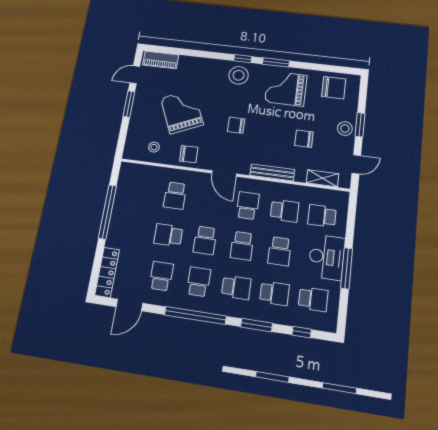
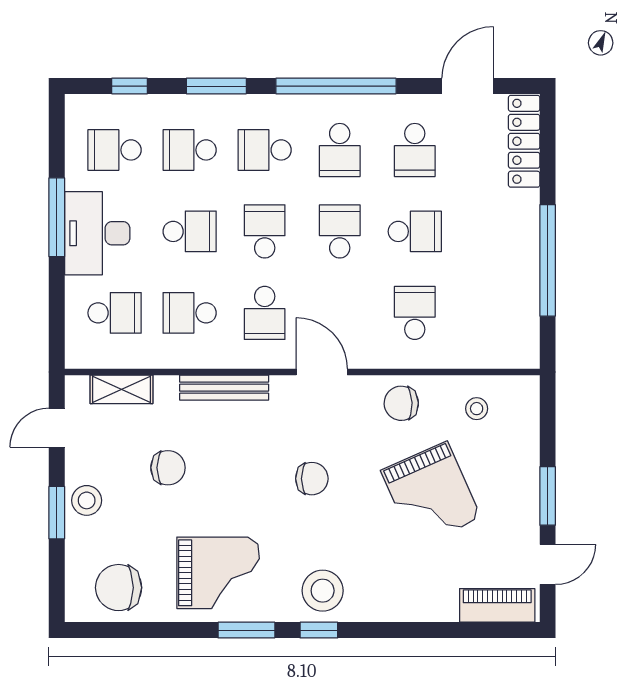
school desk: (280, 251) -> (190, 231), turned 90

